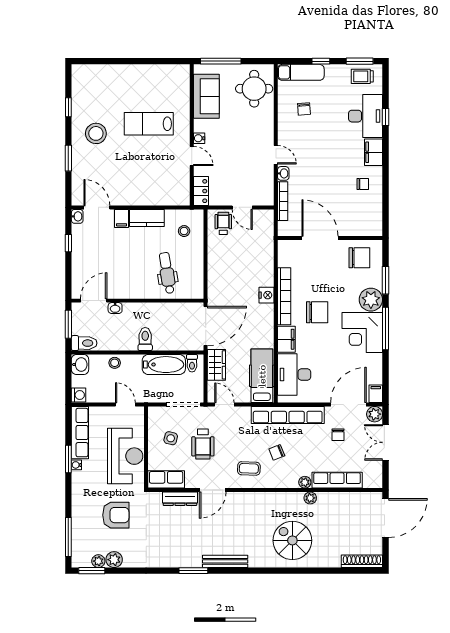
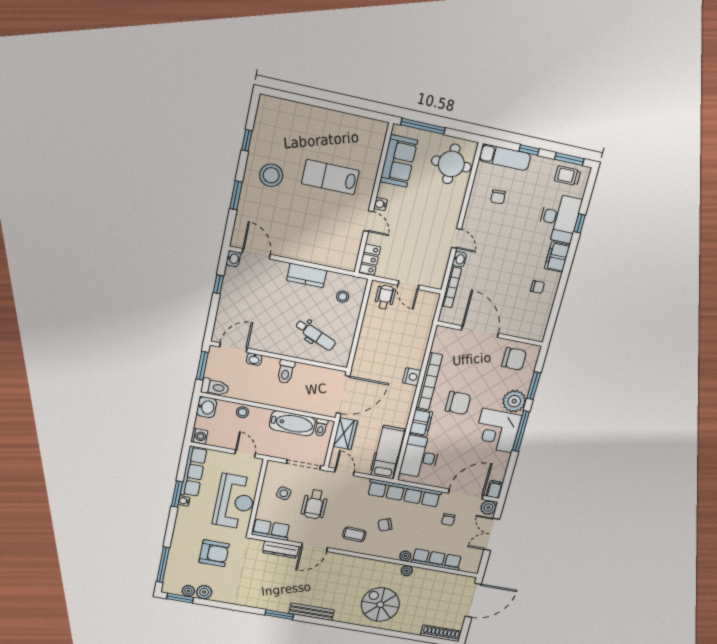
filing cabinet: (122, 218) -> (280, 270), removed
dental chair: (167, 273) -> (315, 335), turned 122
toilet: (145, 339) -> (286, 372), moved, turned 180

